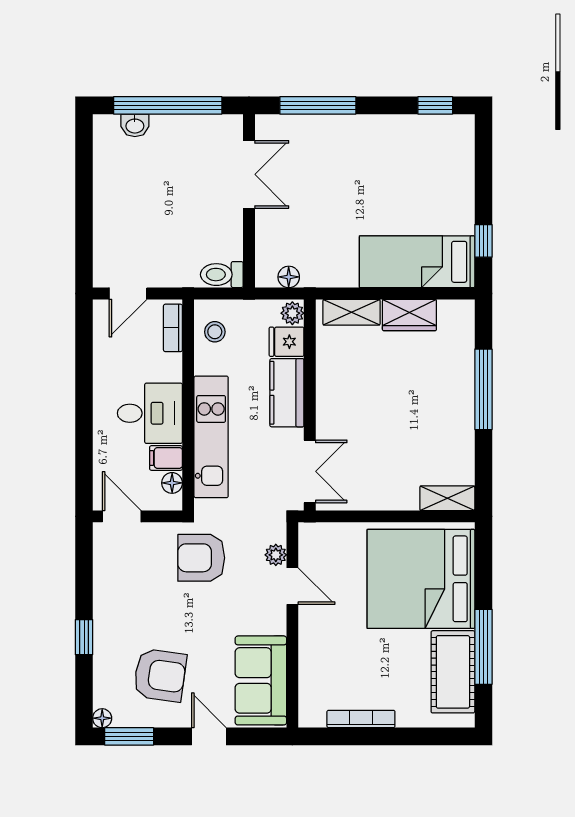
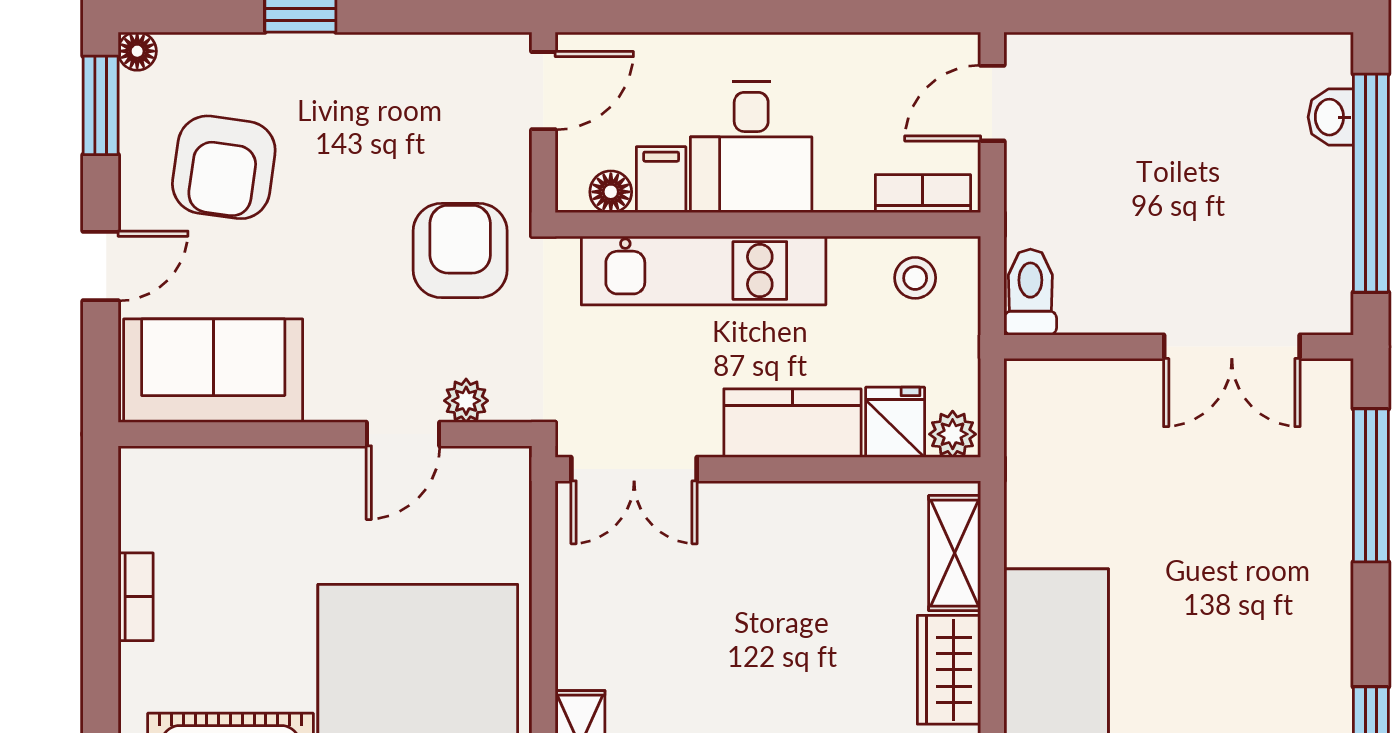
floor lamp: (289, 277) -> (1025, 427), removed
door: (128, 294) -> (992, 103), hinge flipped
bookcase: (361, 719) -> (136, 597), width x0.64

